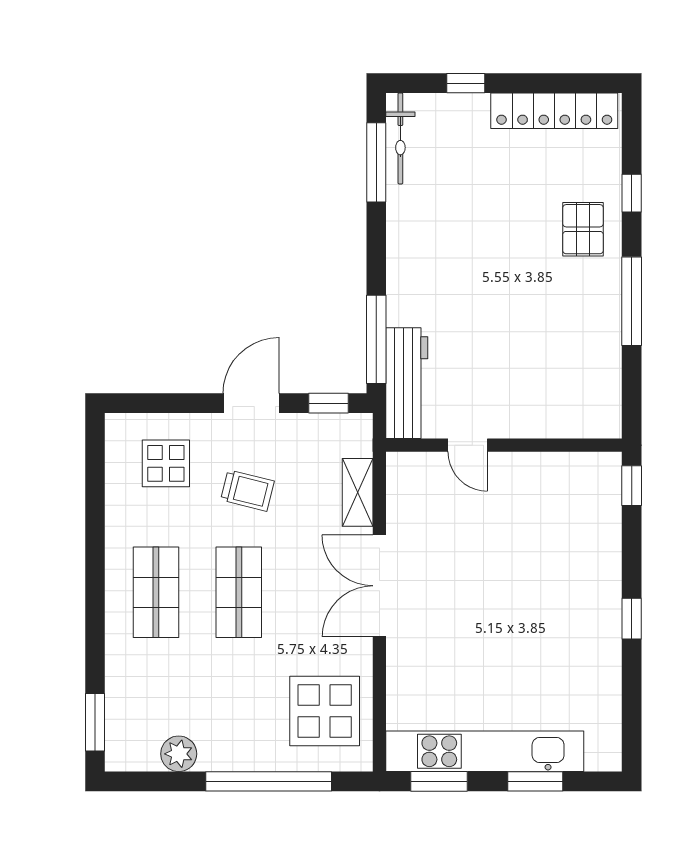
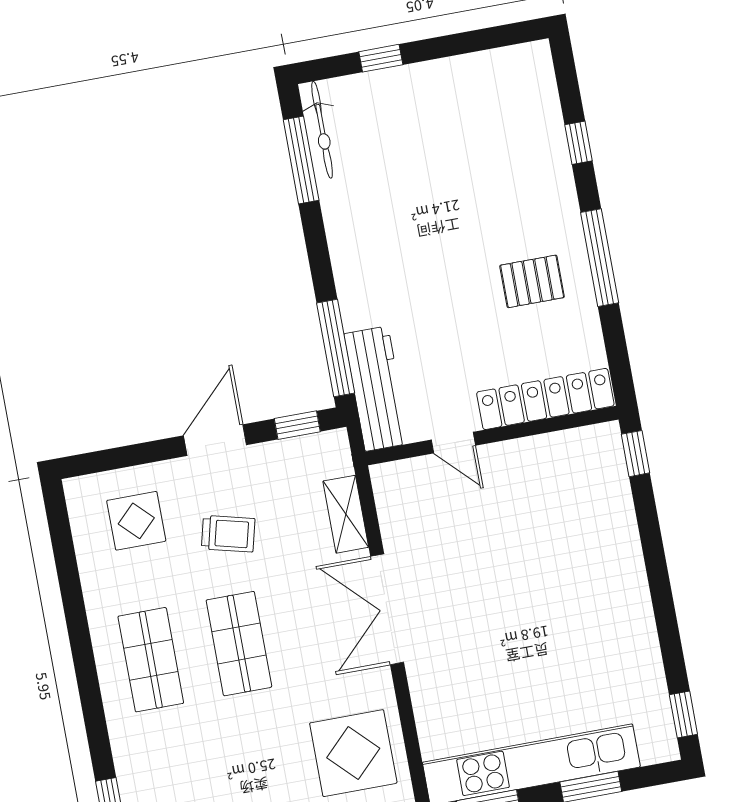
locker: (554, 111) -> (545, 399), moved, turned 180
pallet: (583, 229) -> (532, 281), moved, turned 90
window: (632, 619) -> (683, 715), moved

